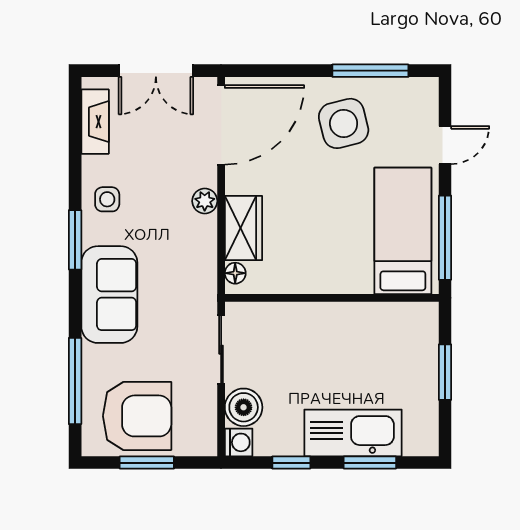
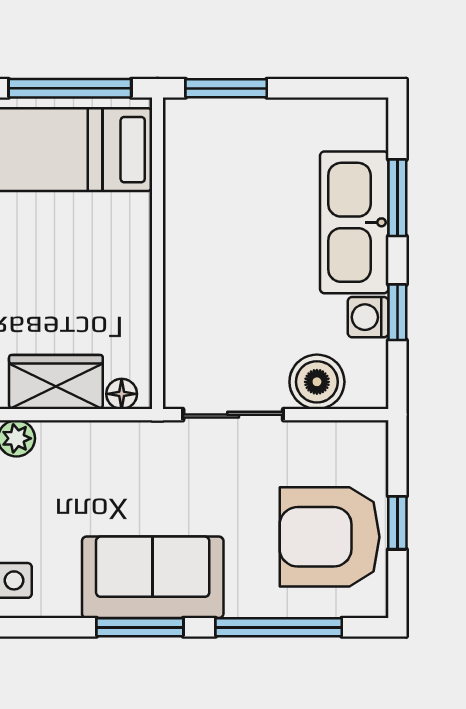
window: (75, 240) -> (140, 627), moved
window: (445, 372) -> (226, 88), moved
armchair: (137, 416) -> (330, 537), turned -90
washing machine: (239, 442) -> (368, 317), moved, turned -90
window: (147, 463) -> (397, 523), width x0.67

